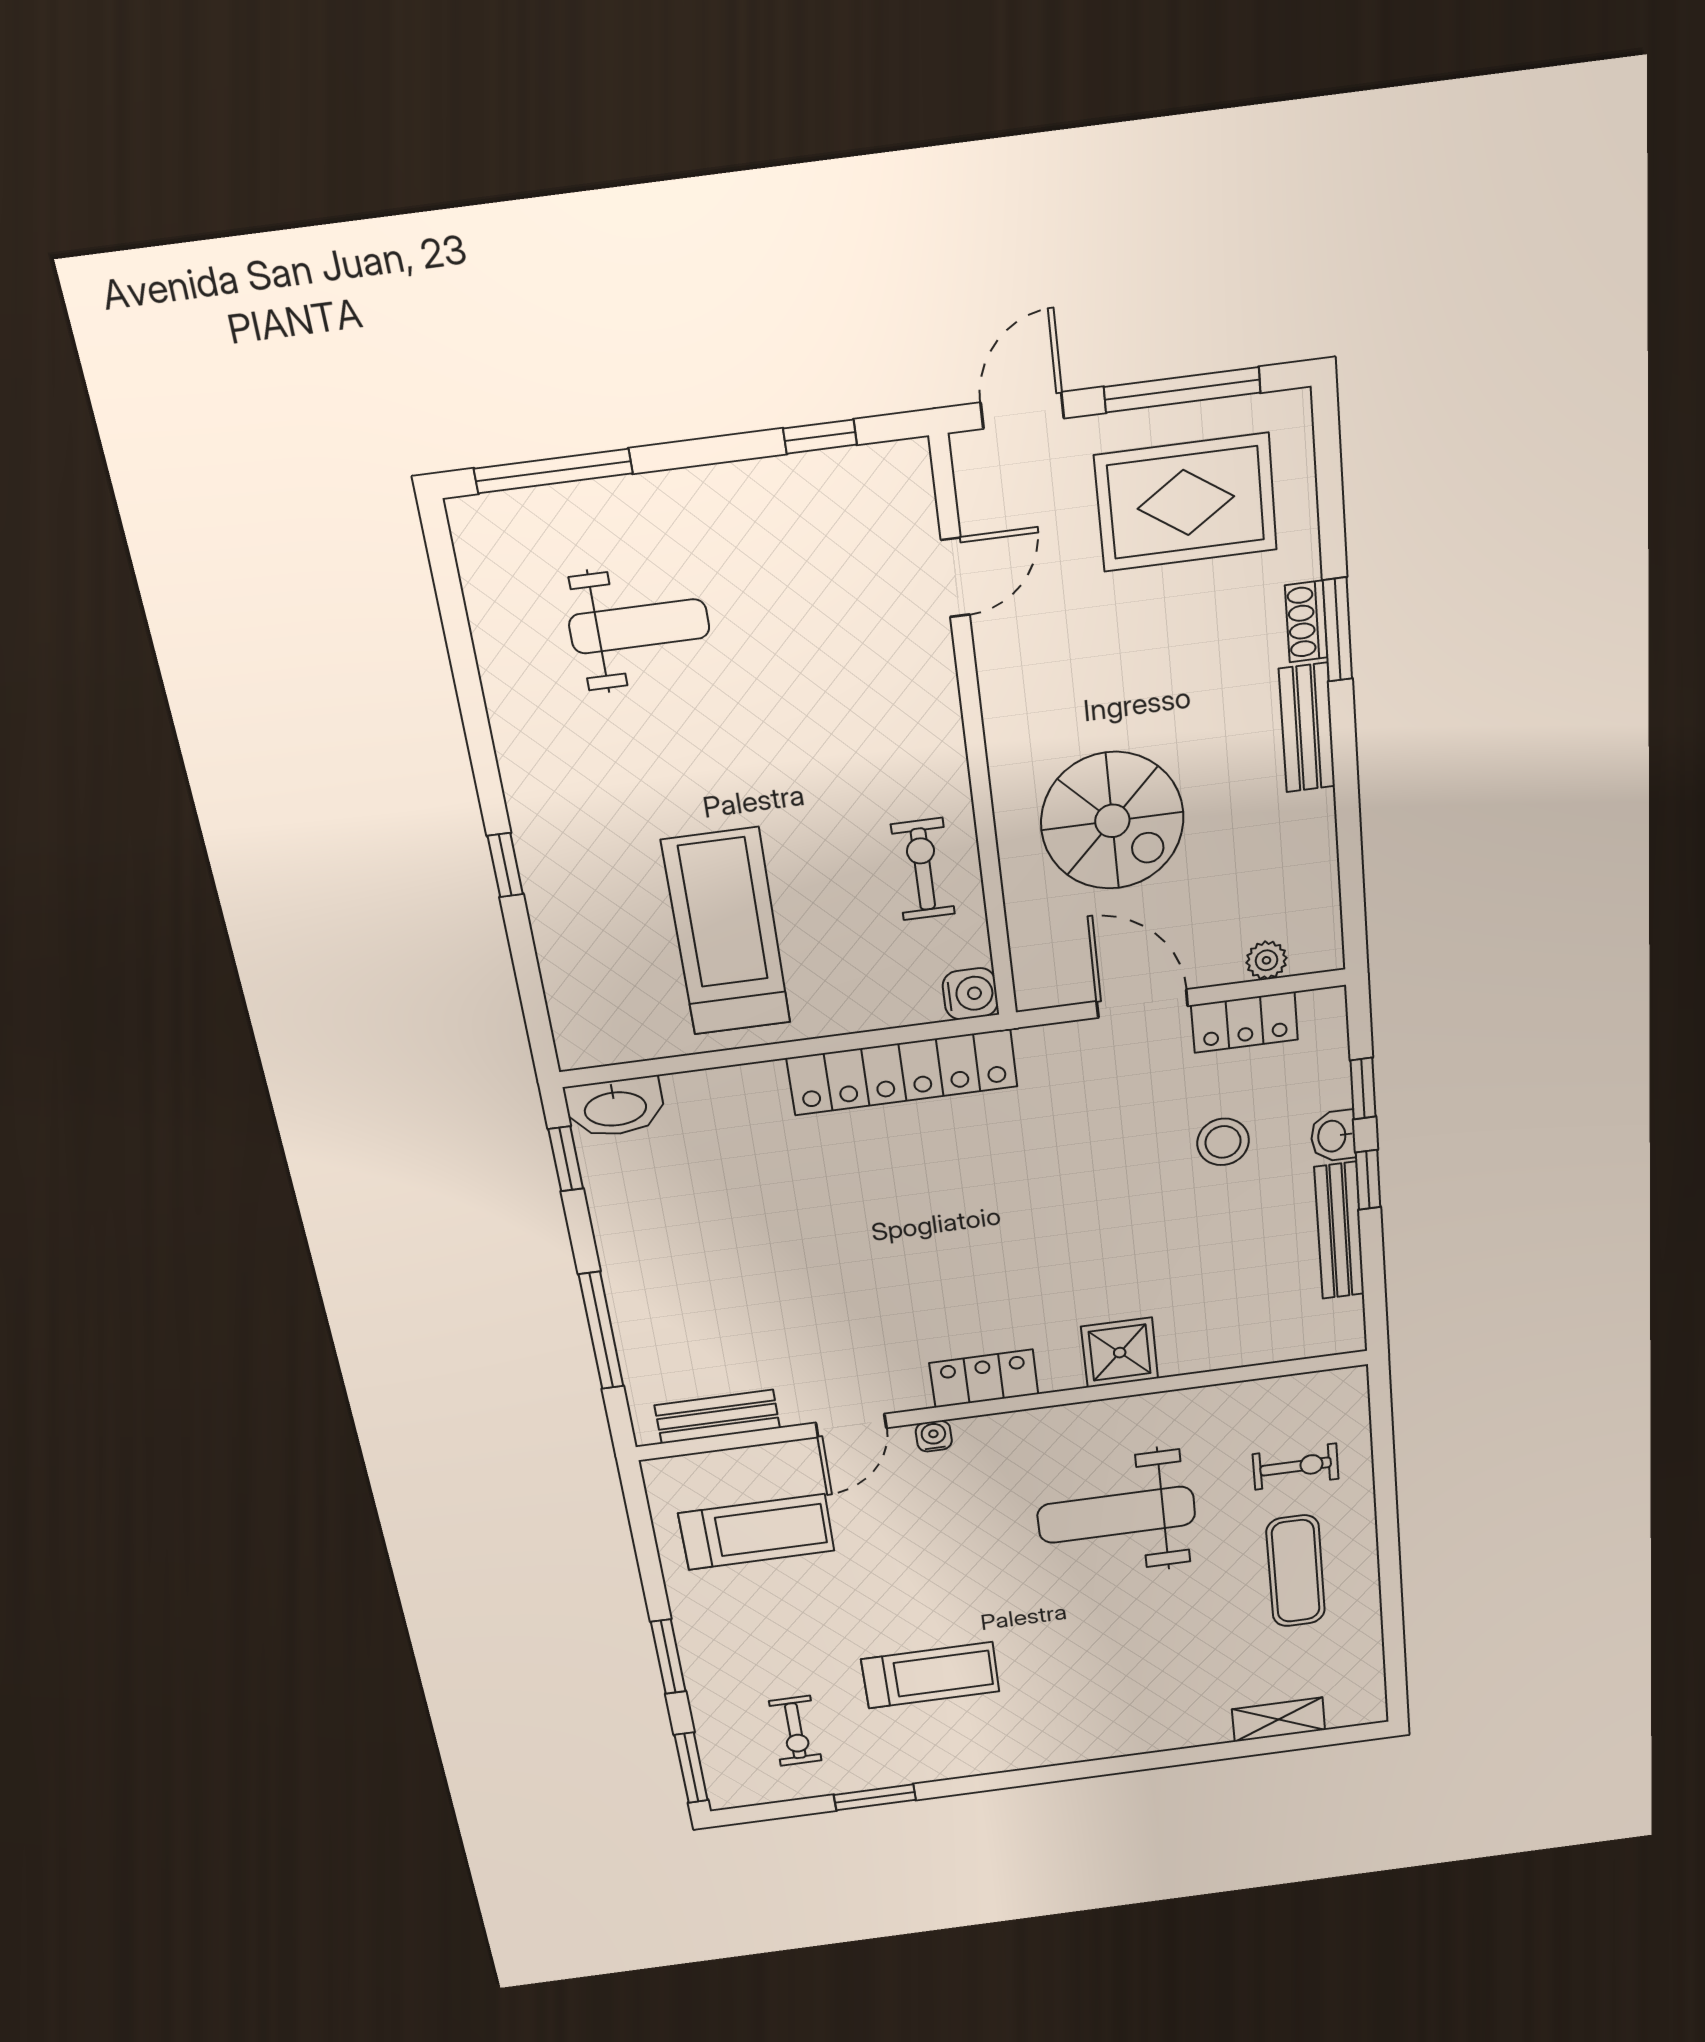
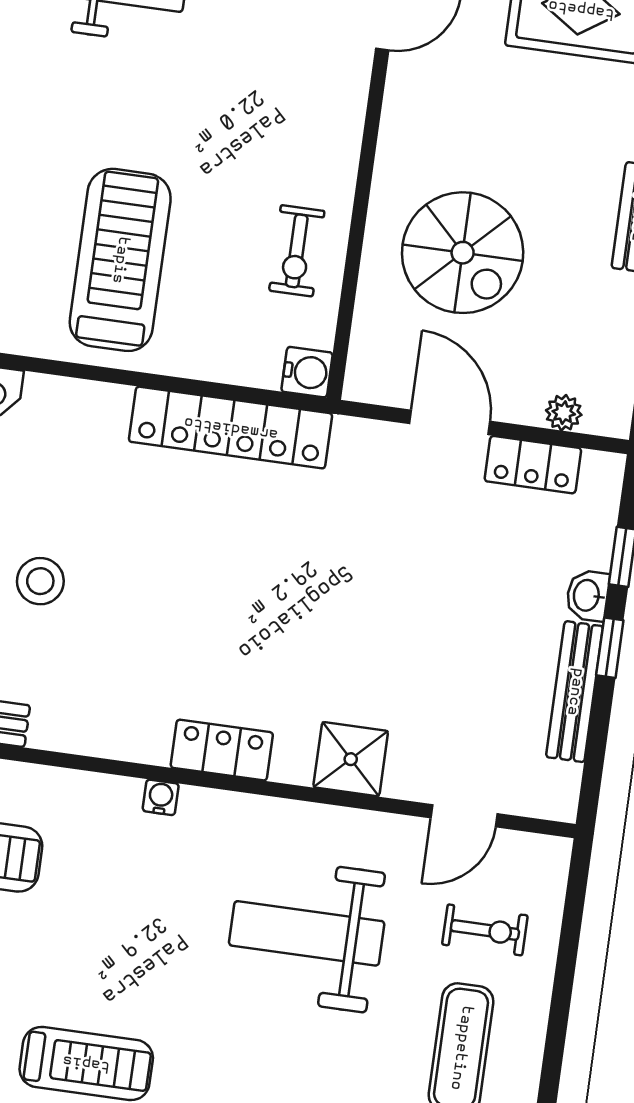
exercise bike: (923, 869) -> (297, 251), turned 180
stool: (1223, 1142) -> (40, 581), moved
door: (851, 1425) -> (464, 816), moved

